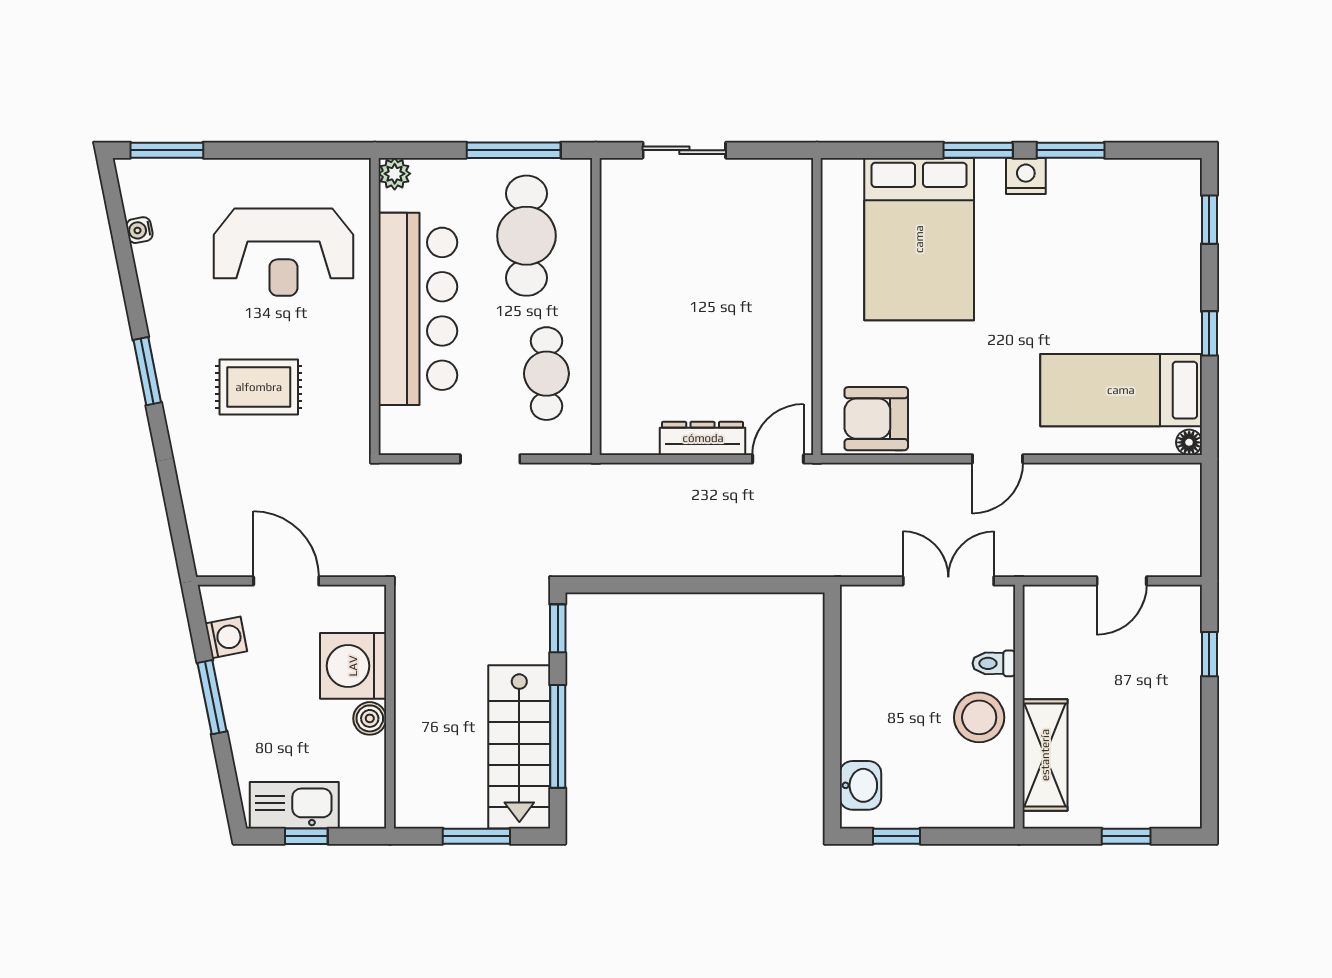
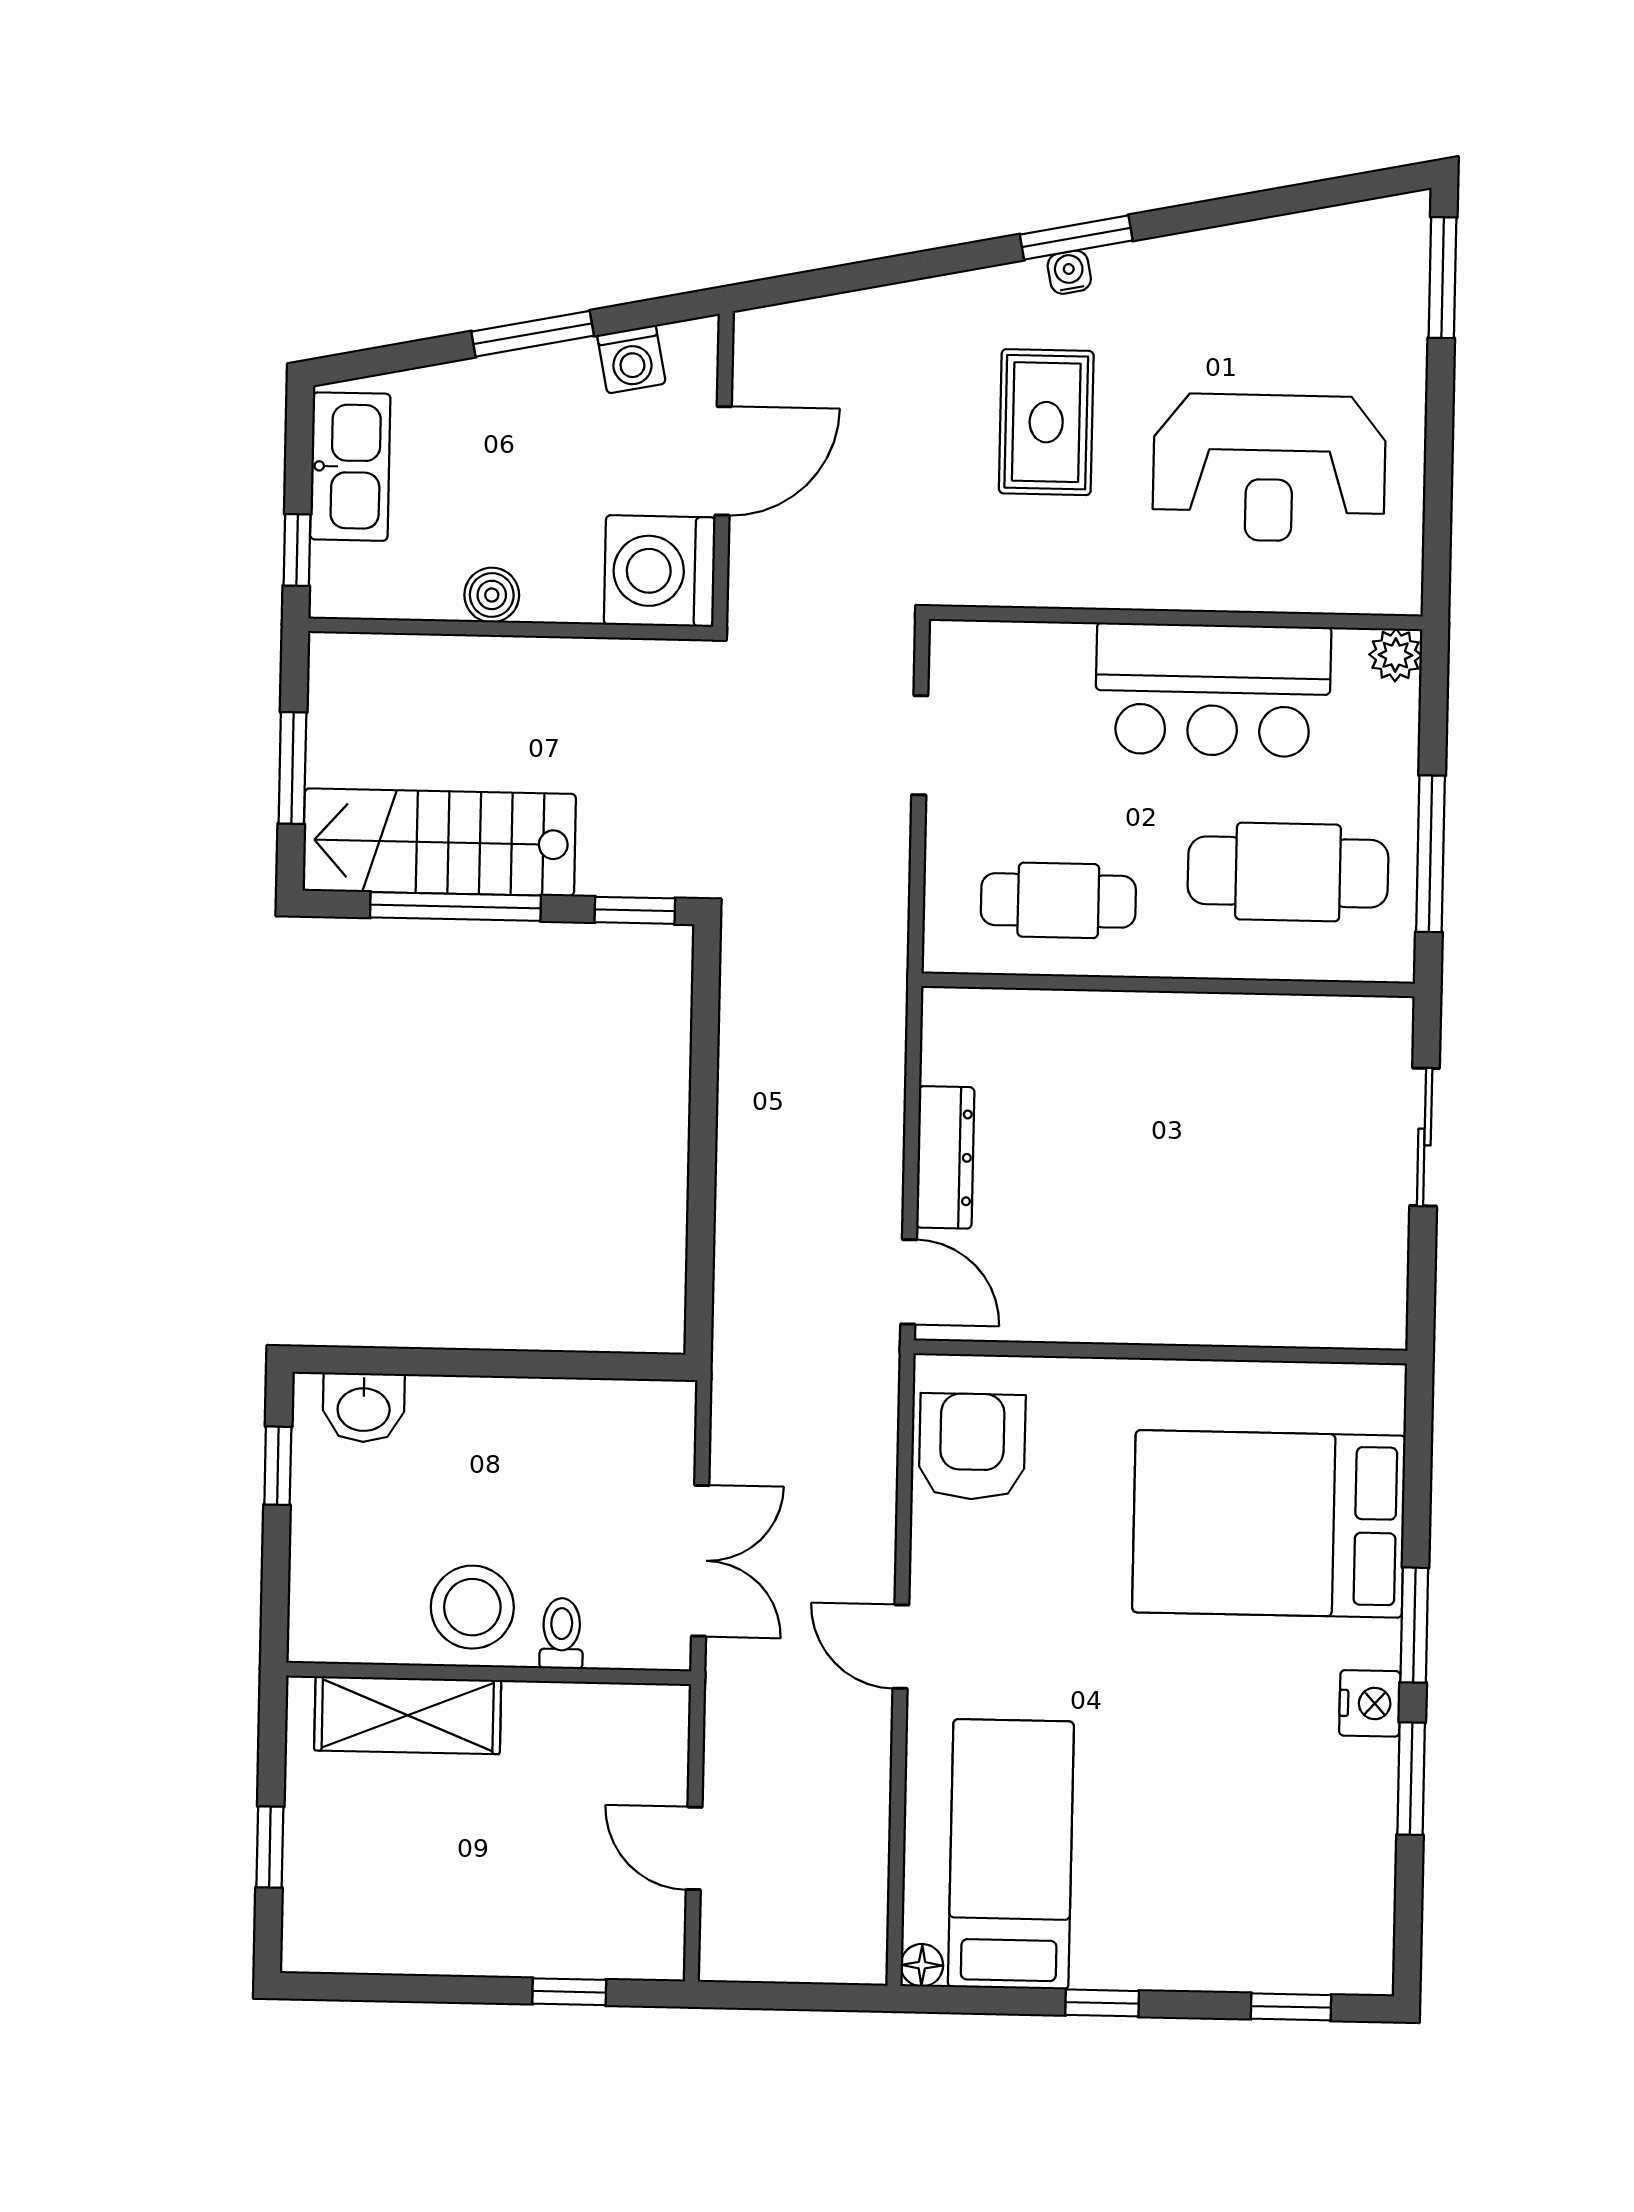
water cooler: (139, 230) -> (1069, 272), moved
reception desk: (283, 252) -> (1269, 468), turned -90
bar counter: (418, 309) -> (1213, 690), width x0.73
doorway: (490, 459) -> (920, 745), moved
washing machine: (353, 666) -> (660, 571), moved, turned -90
window: (306, 836) -> (297, 550), moved

